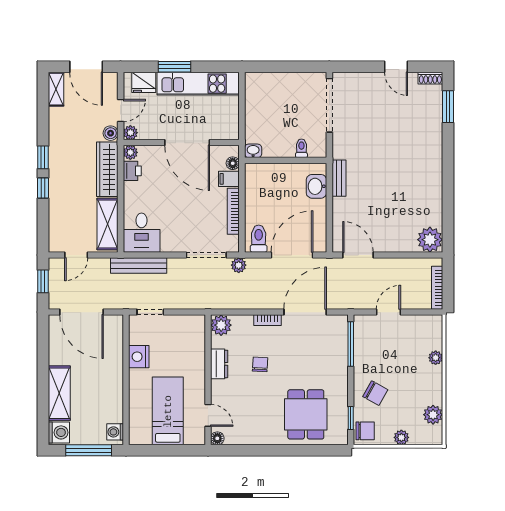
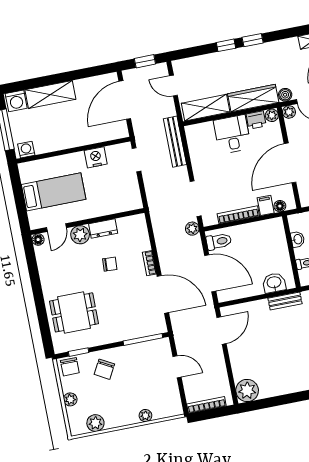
washbasin: (253, 151) -> (298, 239), moved
desk: (142, 233) -> (232, 134), moved, turned 90
plant: (221, 325) -> (80, 235), moved

